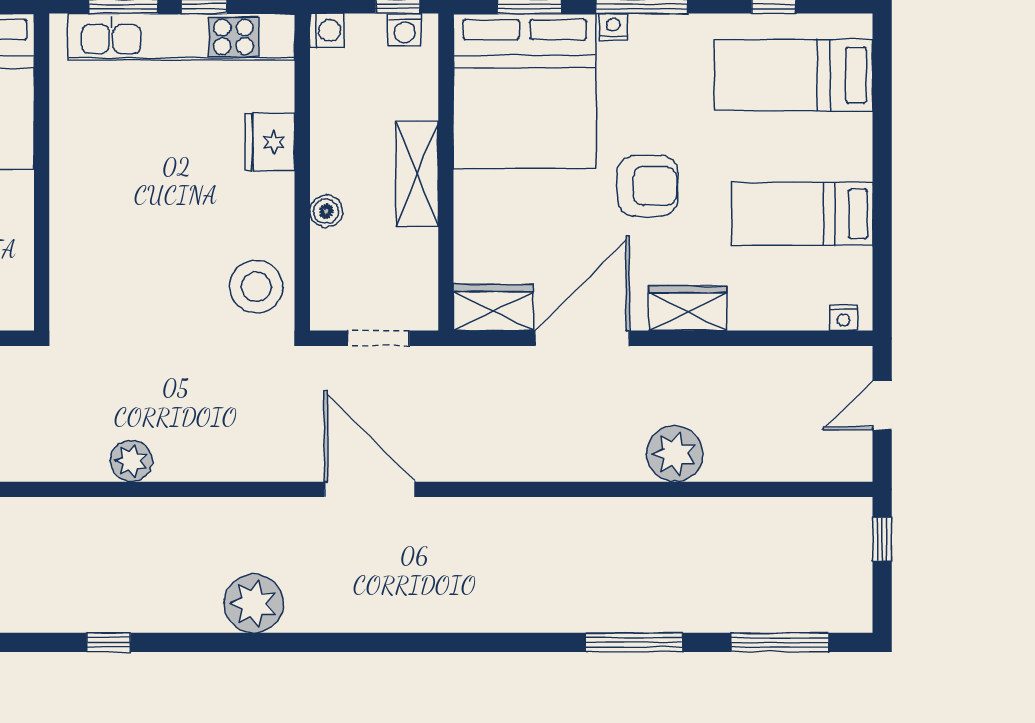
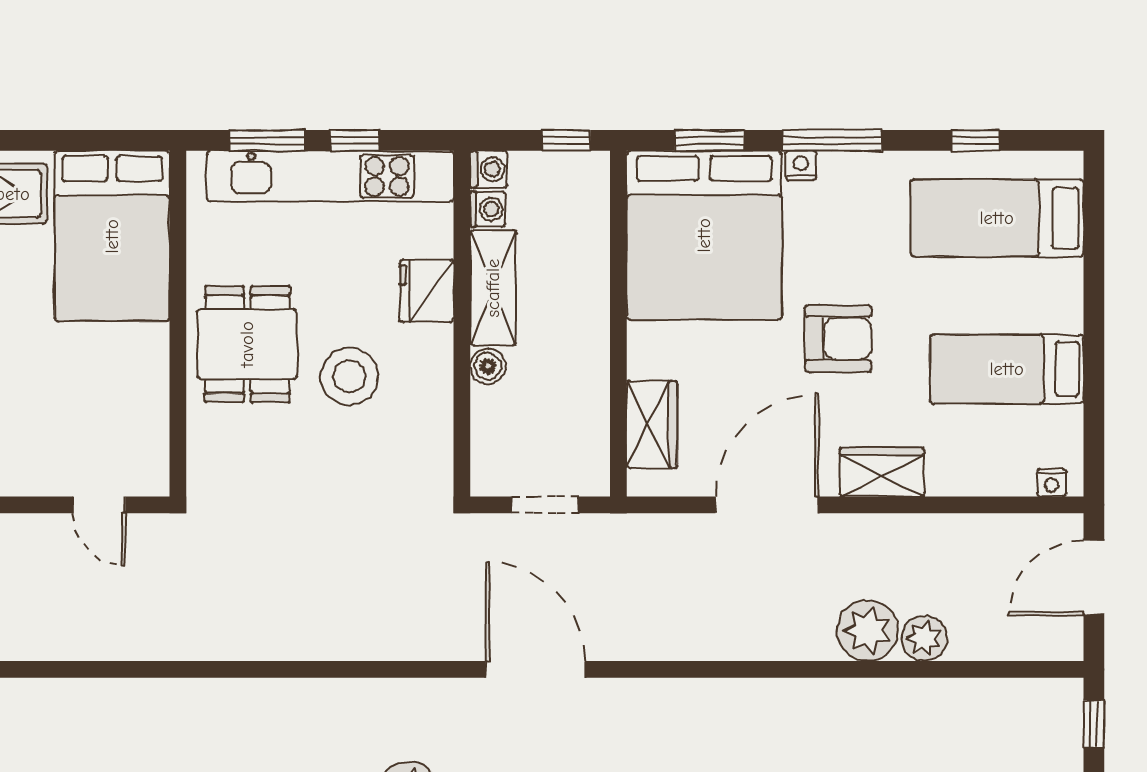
washing machine: (405, 30) -> (488, 209), moved, turned -90
shelving: (417, 174) -> (493, 288), moved
dining table: (105, 191) -> (247, 344), added
stool: (256, 287) -> (349, 376), moved
wardrobe: (493, 308) -> (652, 424), moved, turned 90
door: (882, 405) -> (1094, 578), width x1.37
plant: (131, 461) -> (924, 638), moved

